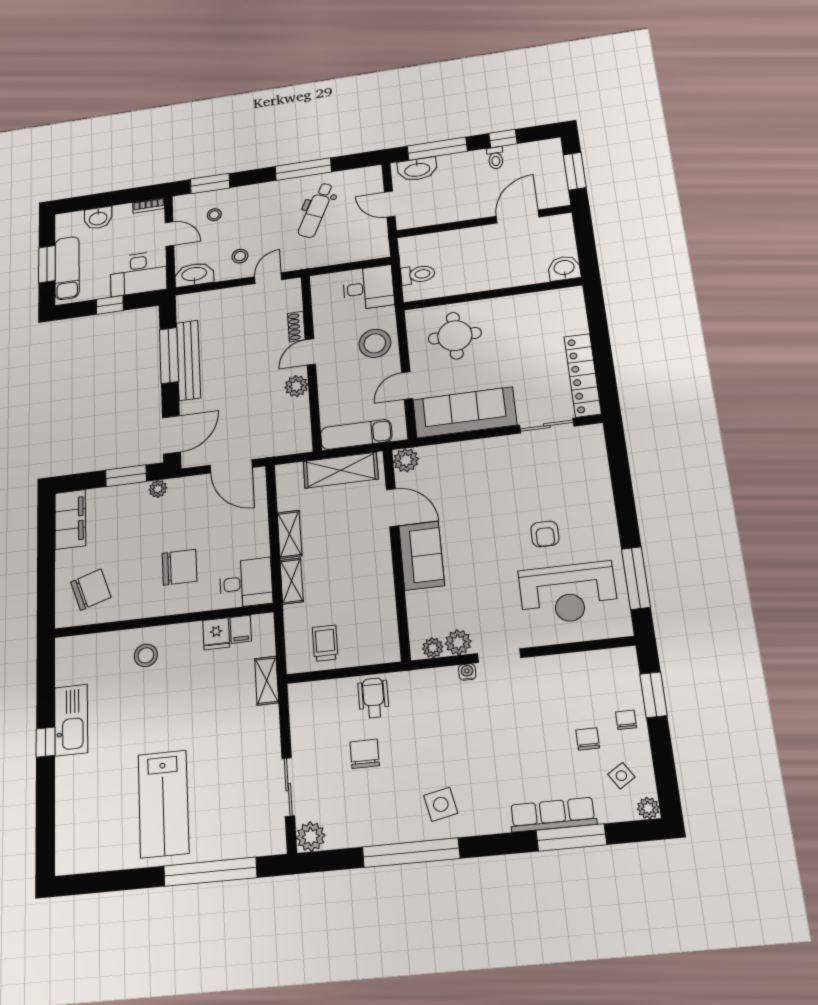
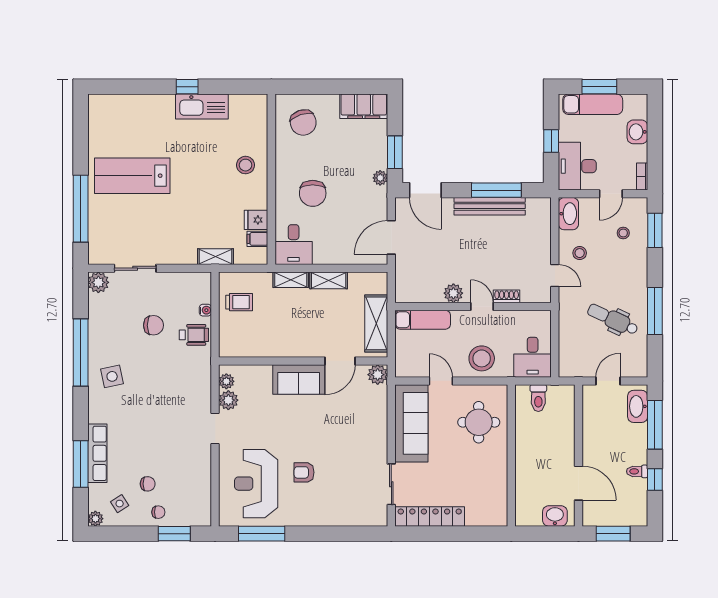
washbasin: (564, 268) -> (555, 516), moved, turned -90
exam couch: (356, 434) -> (423, 320), moved, turned 90
water cooler: (467, 672) -> (205, 310), moved

